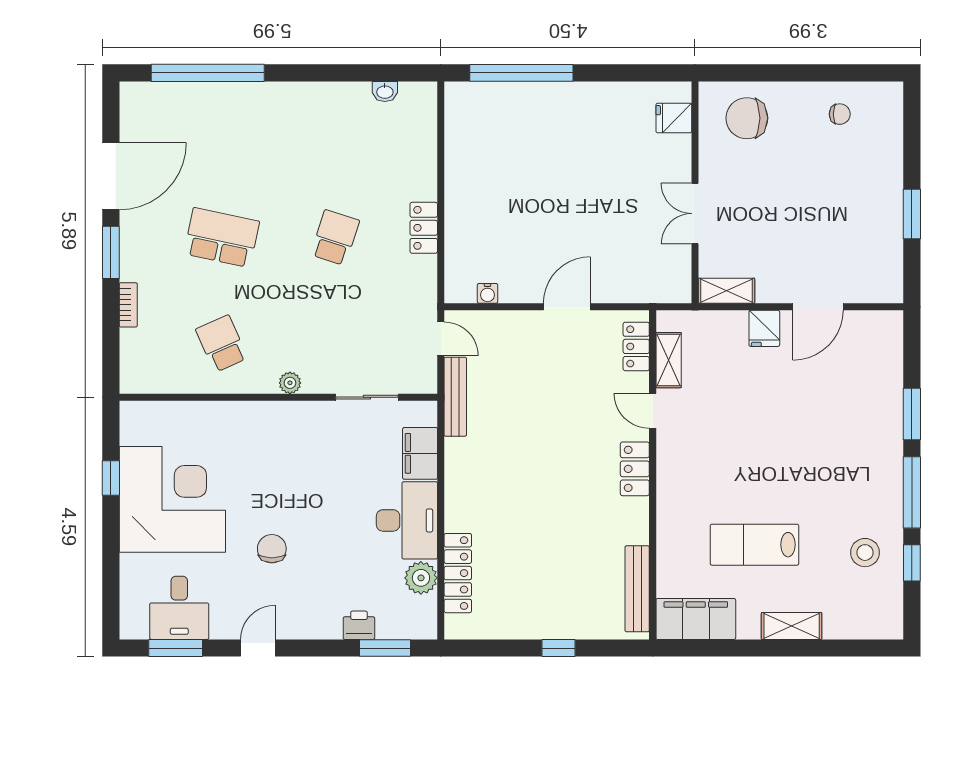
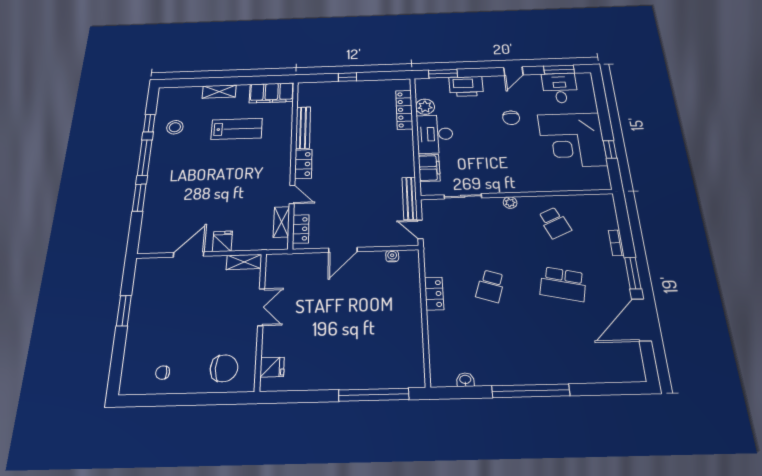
window: (208, 73) -> (531, 391), moved
bench: (637, 589) -> (303, 128), moved
printer: (359, 625) -> (466, 86), width x1.87, depth x1.48

